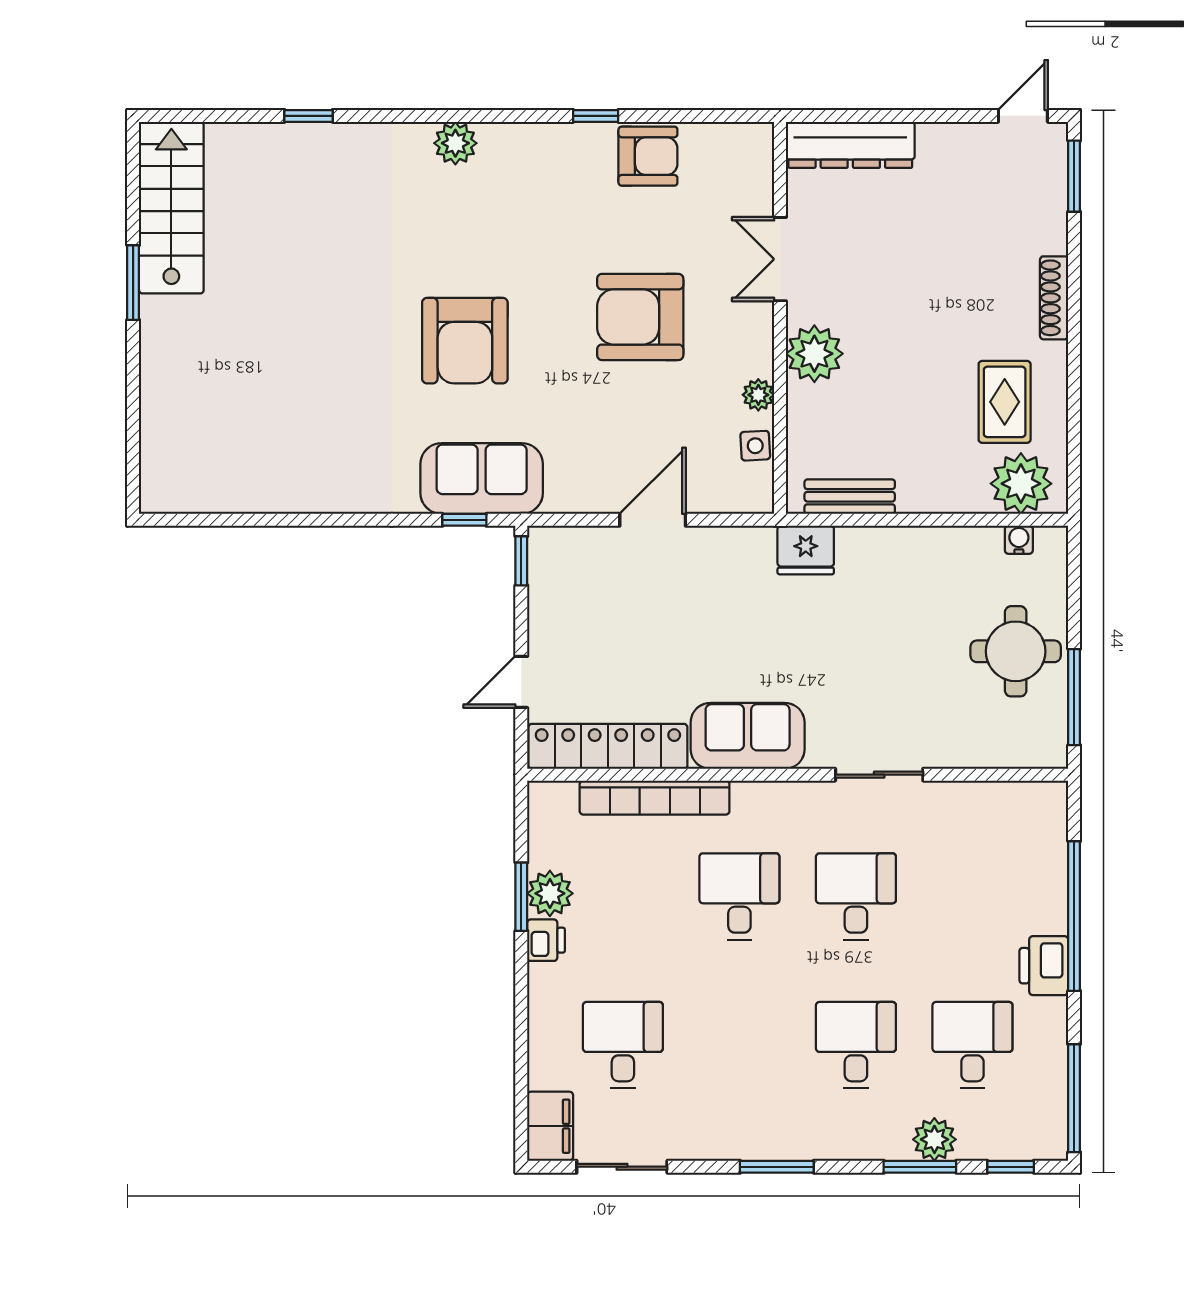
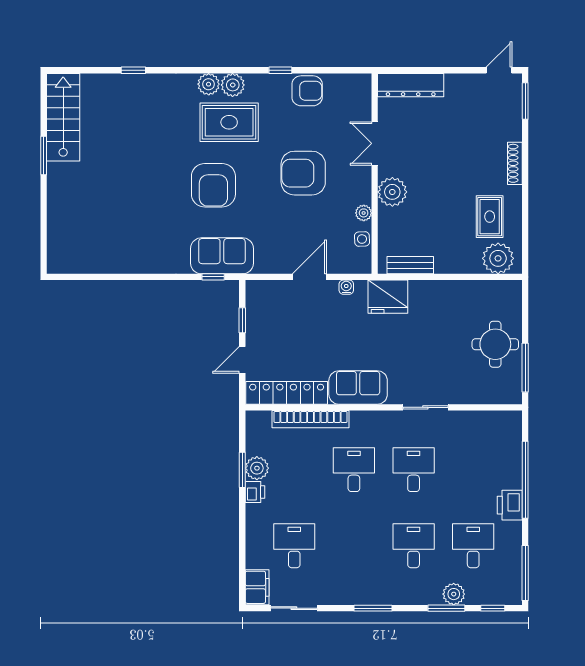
plant: (503, 145) -> (233, 85), added
rug: (496, 218) -> (229, 122), added
water cooler: (1019, 540) -> (346, 287), moved
fridge: (806, 550) -> (388, 297), width x1.36, depth x1.34
window: (521, 561) -> (242, 320), moved

